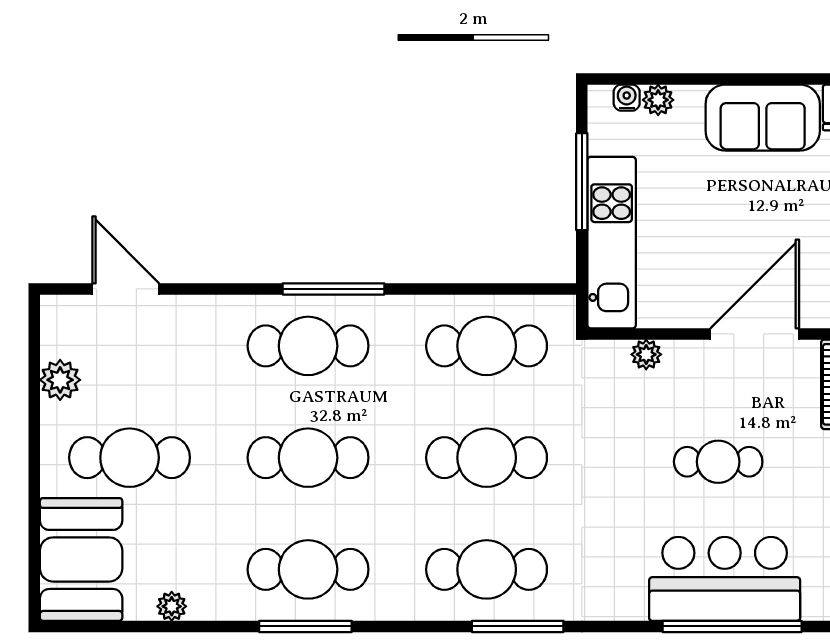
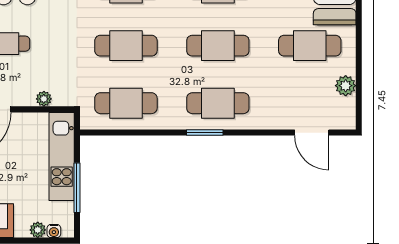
window: (334, 289) -> (205, 133), width x0.69

